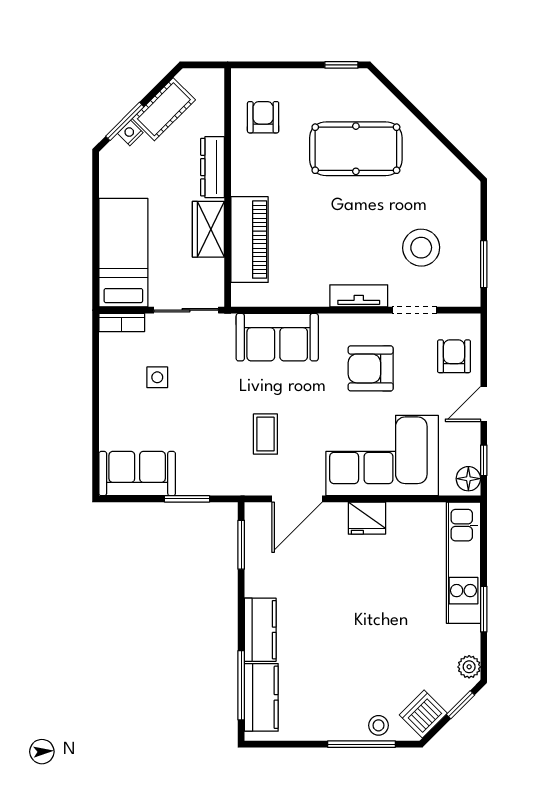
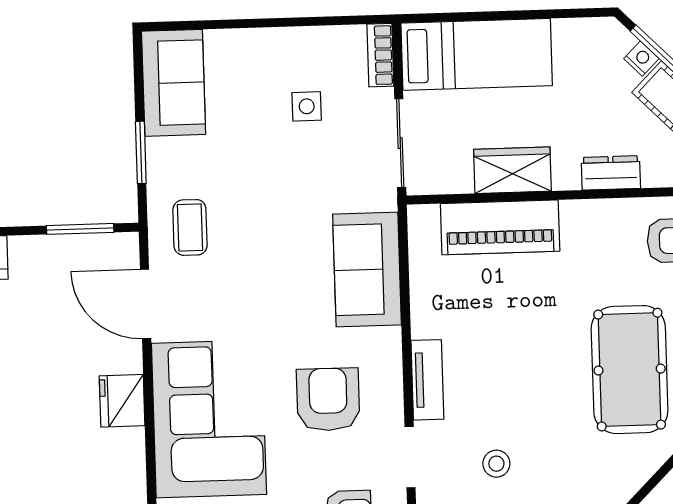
dresser: (213, 167) -> (611, 173), width x0.70
stool: (421, 248) -> (496, 464), width x0.53, depth x0.53
coffee table: (265, 434) -> (190, 227), moved, turned 90

